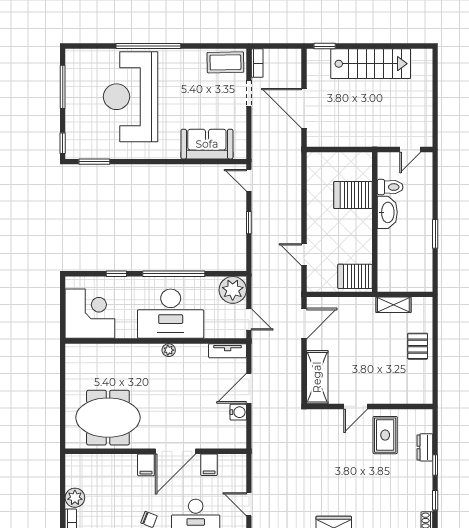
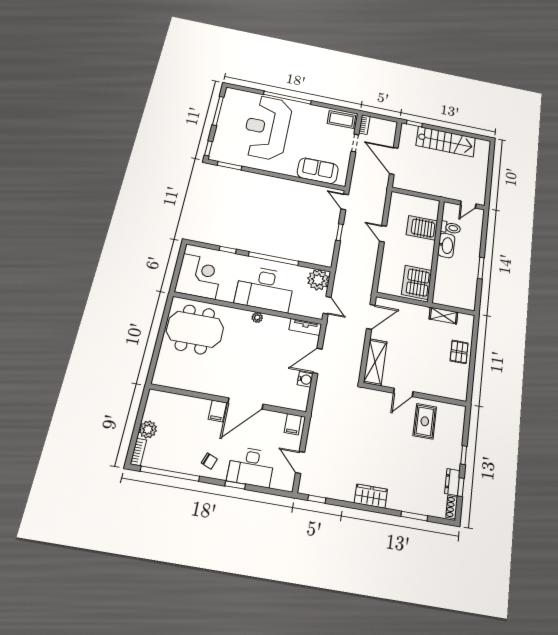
door: (304, 255) -> (383, 234), moved
server rack: (355, 276) -> (417, 282), width x1.60
meeting table: (108, 418) -> (195, 329), moved
dresser: (425, 447) -> (452, 482), moved
filing cabinet: (209, 465) -> (293, 424), moved

